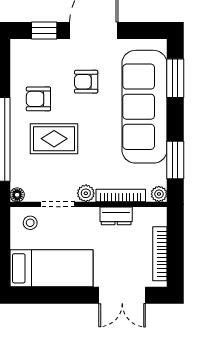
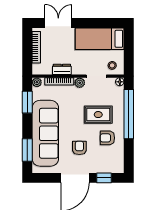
armchair: (86, 82) -> (79, 148), turned -90
armchair: (38, 99) -> (107, 138), turned 180

